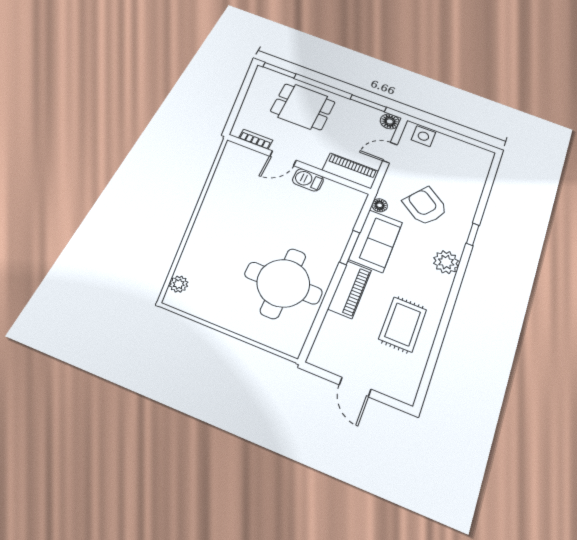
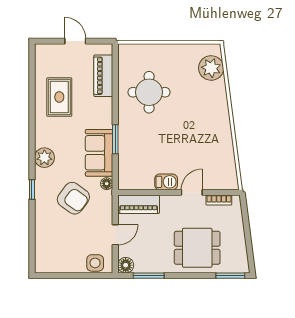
round table: (283, 283) -> (149, 92), width x0.73, depth x0.73
plant: (179, 284) -> (211, 68), width x1.88, depth x1.88
piano: (350, 289) -> (103, 76), moved

